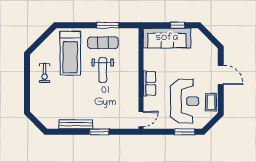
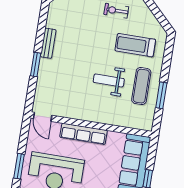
treadmill: (70, 53) -> (135, 45), width x0.73, depth x0.73
row of seats: (149, 84) -> (84, 134), width x1.48
bench: (76, 124) -> (48, 43), width x0.73

